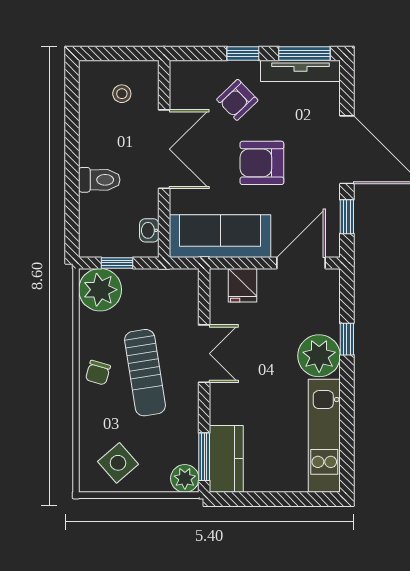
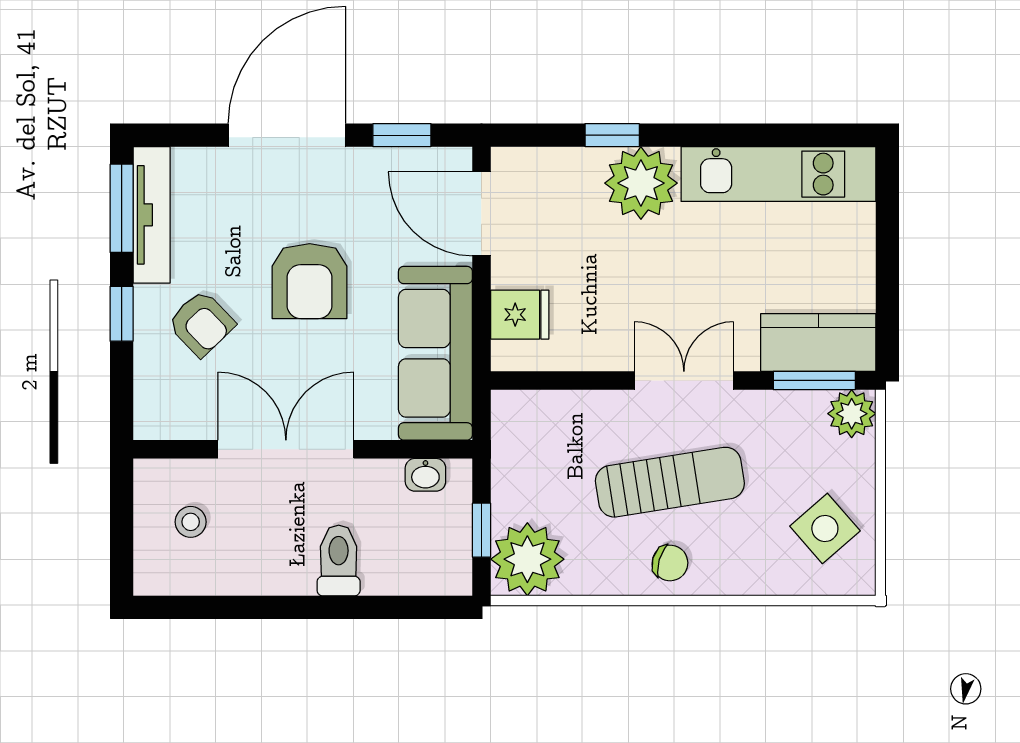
double door: (204, 354) -> (684, 380), moved

